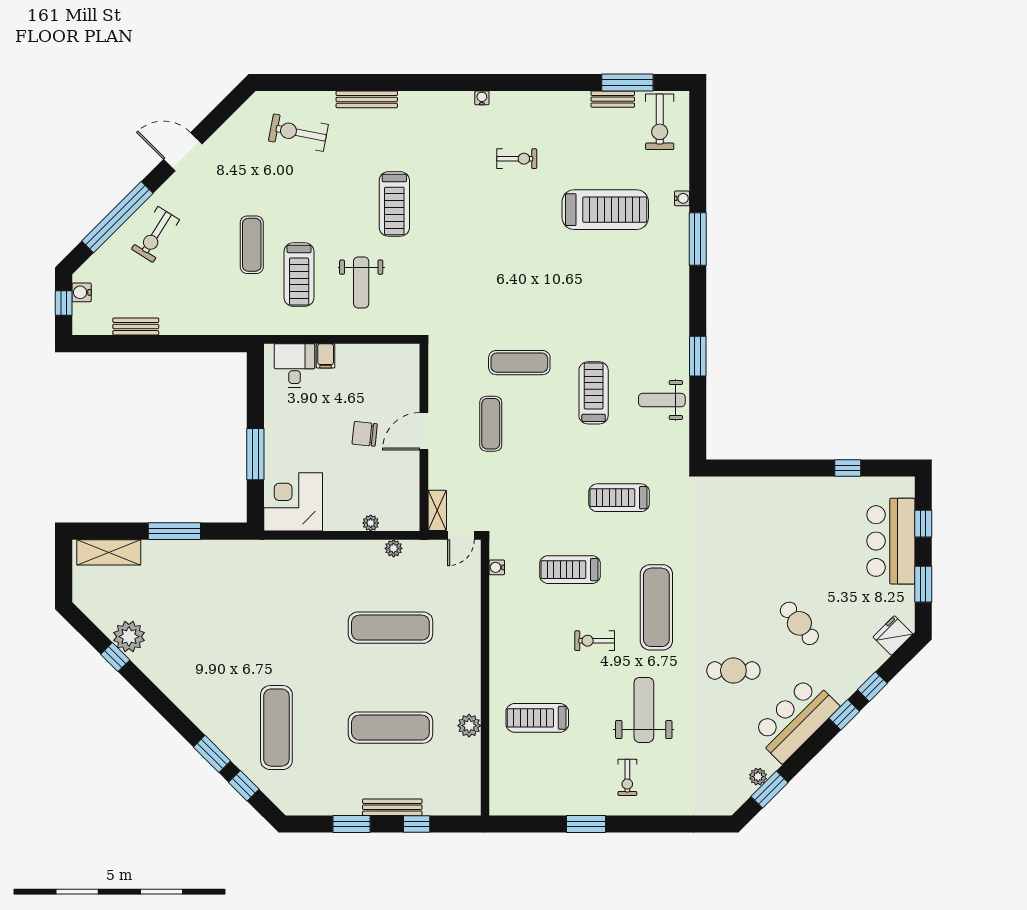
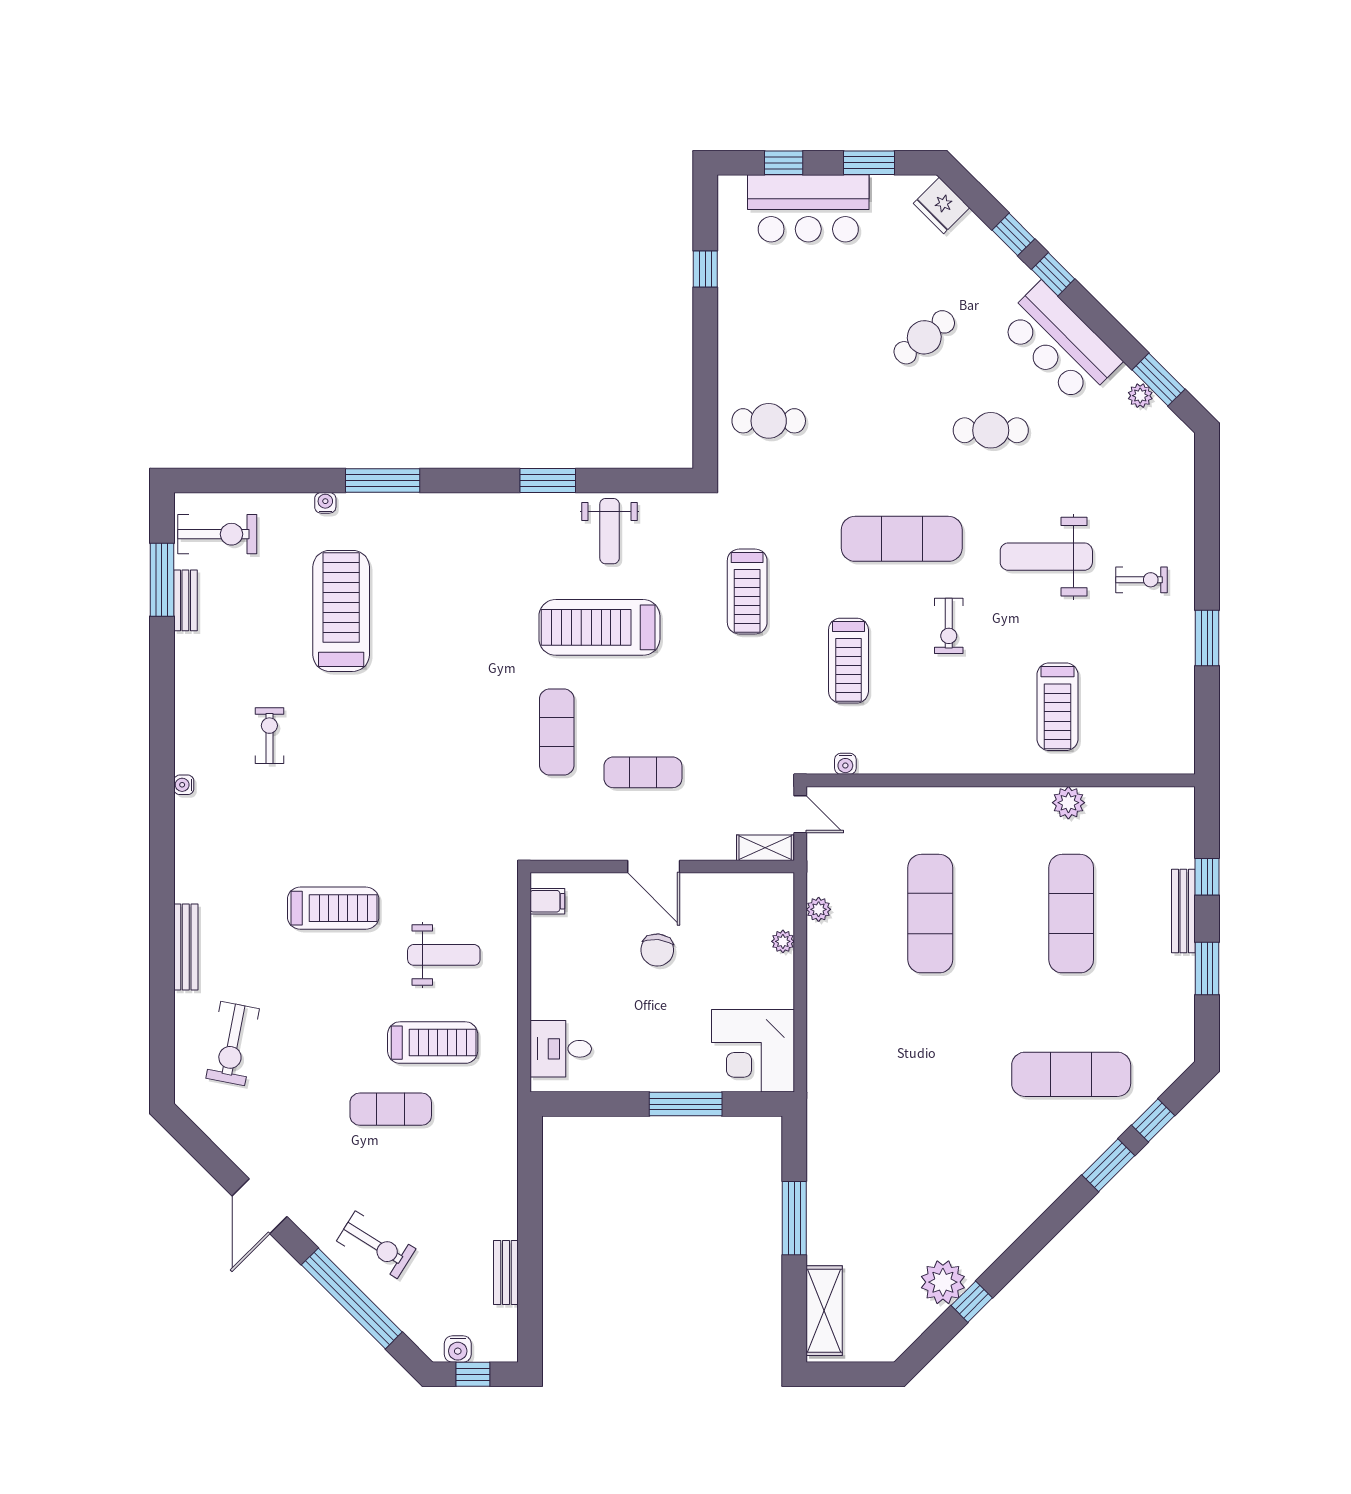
filing cabinet: (326, 356) -> (547, 901), moved
treadmill: (594, 393) -> (599, 627), width x1.37, depth x1.38
cafe table: (740, 513) -> (769, 421), added
cafe table: (733, 671) -> (991, 430), turned 90

